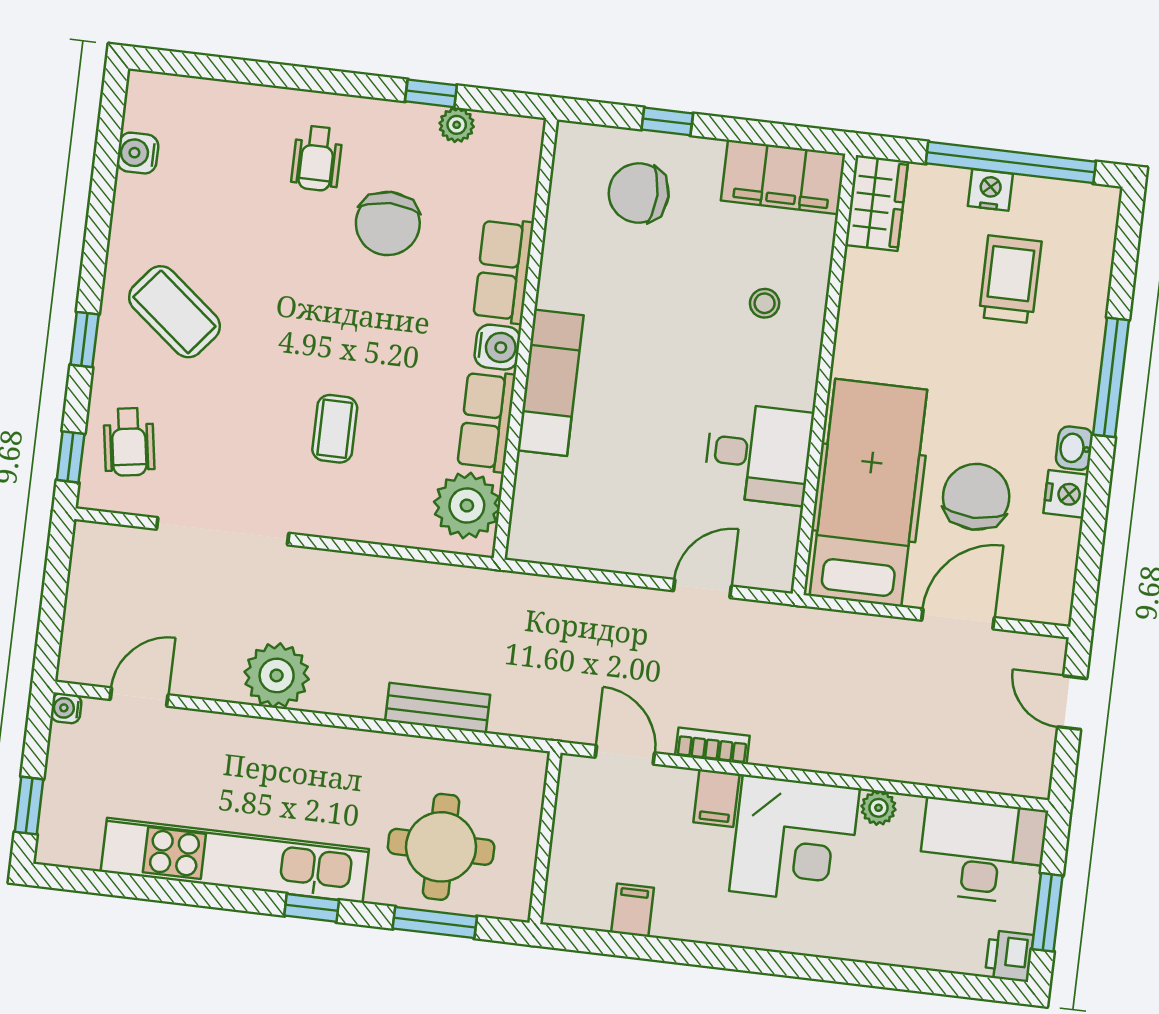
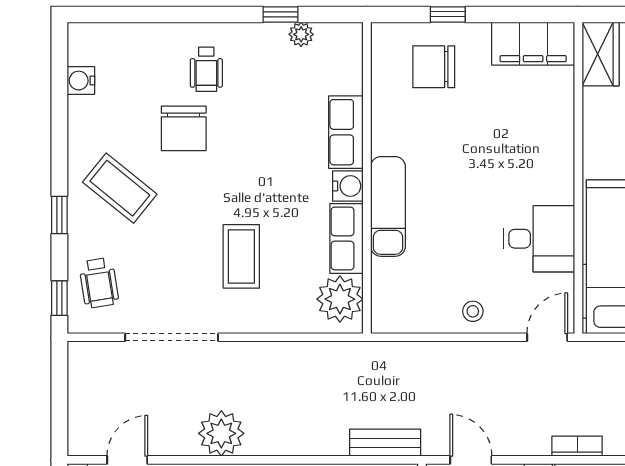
chair: (388, 223) -> (184, 128), moved
stool: (765, 303) -> (473, 311), moved
coffee table: (335, 429) -> (241, 256), width x1.36, depth x1.30
door: (702, 588) -> (547, 337), moved
bench: (438, 708) -> (385, 443), moved
bookcase: (712, 746) -> (577, 446), moved

